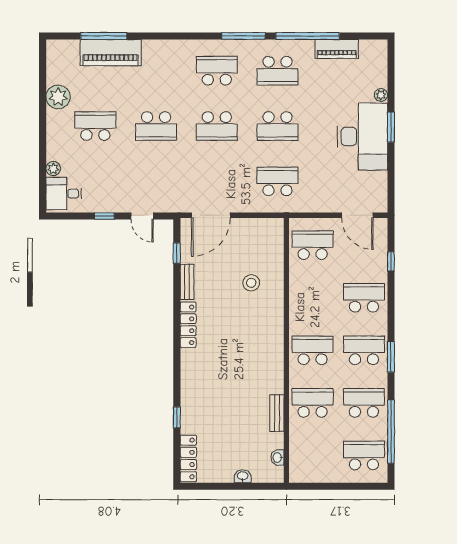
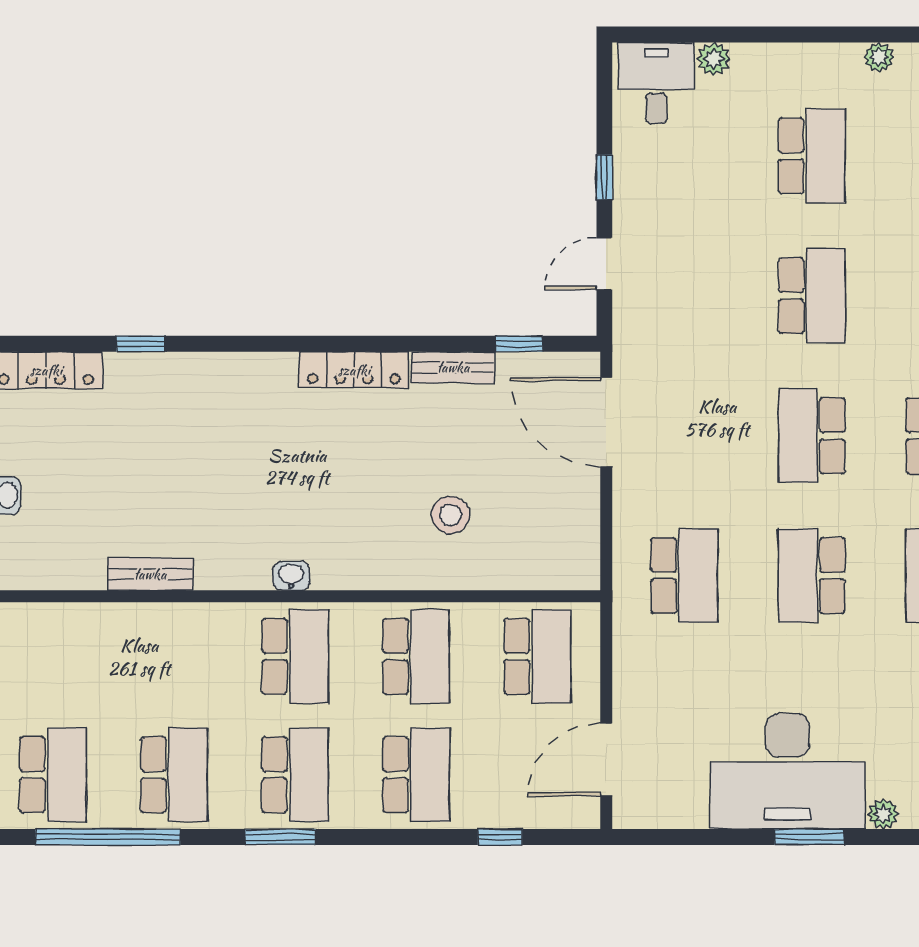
plant: (58, 97) -> (879, 57), width x0.53, depth x0.53
school desk: (156, 126) -> (812, 296), turned 180
school desk: (313, 403) -> (416, 656), moved
washbasin: (278, 457) -> (291, 576), moved

